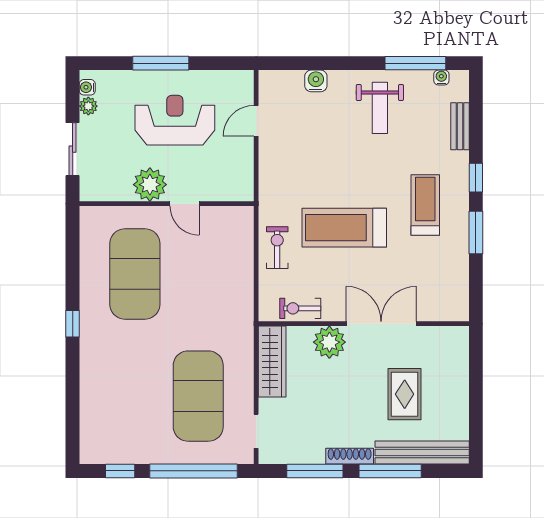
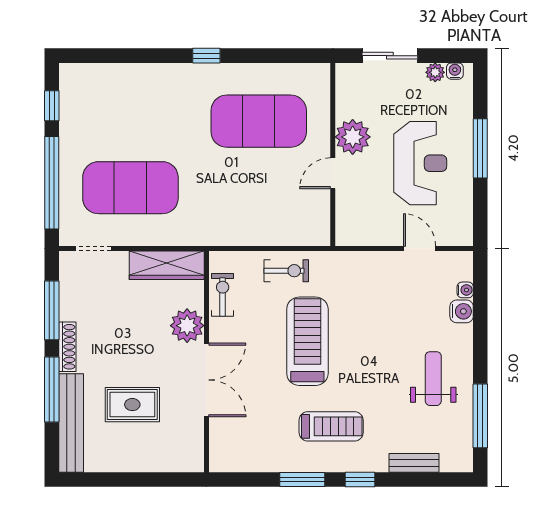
water cooler: (441, 77) -> (465, 290), moved
weight bench: (380, 108) -> (433, 379), turned 90

